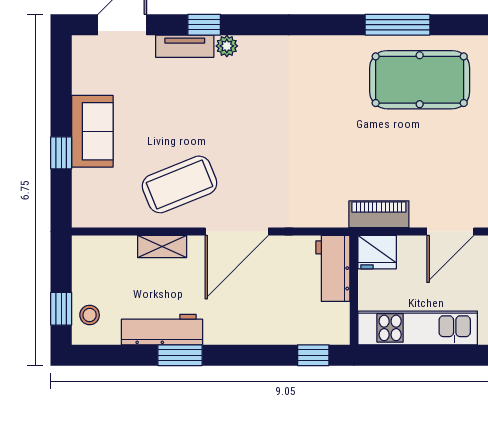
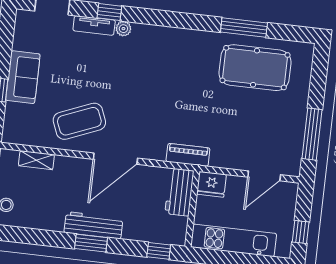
piano: (379, 214) -> (188, 155), moved
shelving: (162, 247) -> (36, 160), moved
workbench: (162, 330) -> (93, 225), moved
window: (180, 355) -> (91, 243), moved

